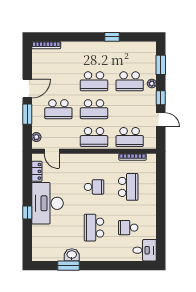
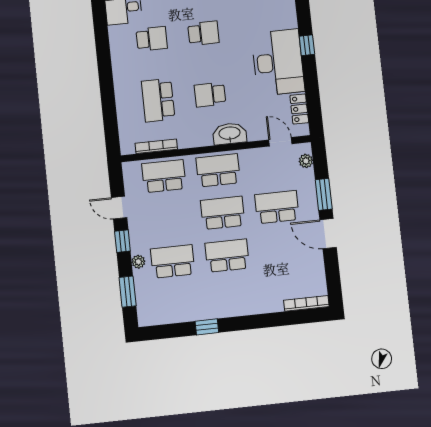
door: (27, 89) -> (328, 234), hinge flipped
washbasin: (84, 160) -> (230, 134), added
school desk: (94, 228) -> (203, 33), width x0.54

